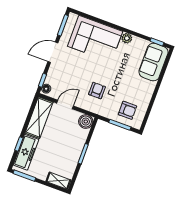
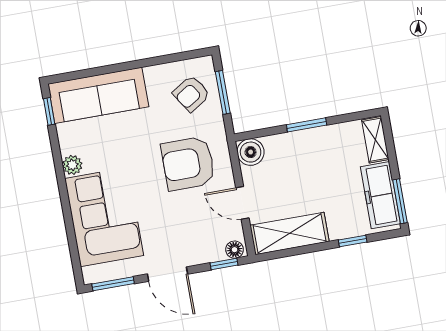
sofa: (153, 62) -> (98, 95), width x1.36
armchair: (97, 91) -> (188, 164), width x1.88, depth x1.88
armchair: (127, 110) -> (191, 94), turned -123
freezer: (26, 152) -> (380, 195), moved, turned -90

